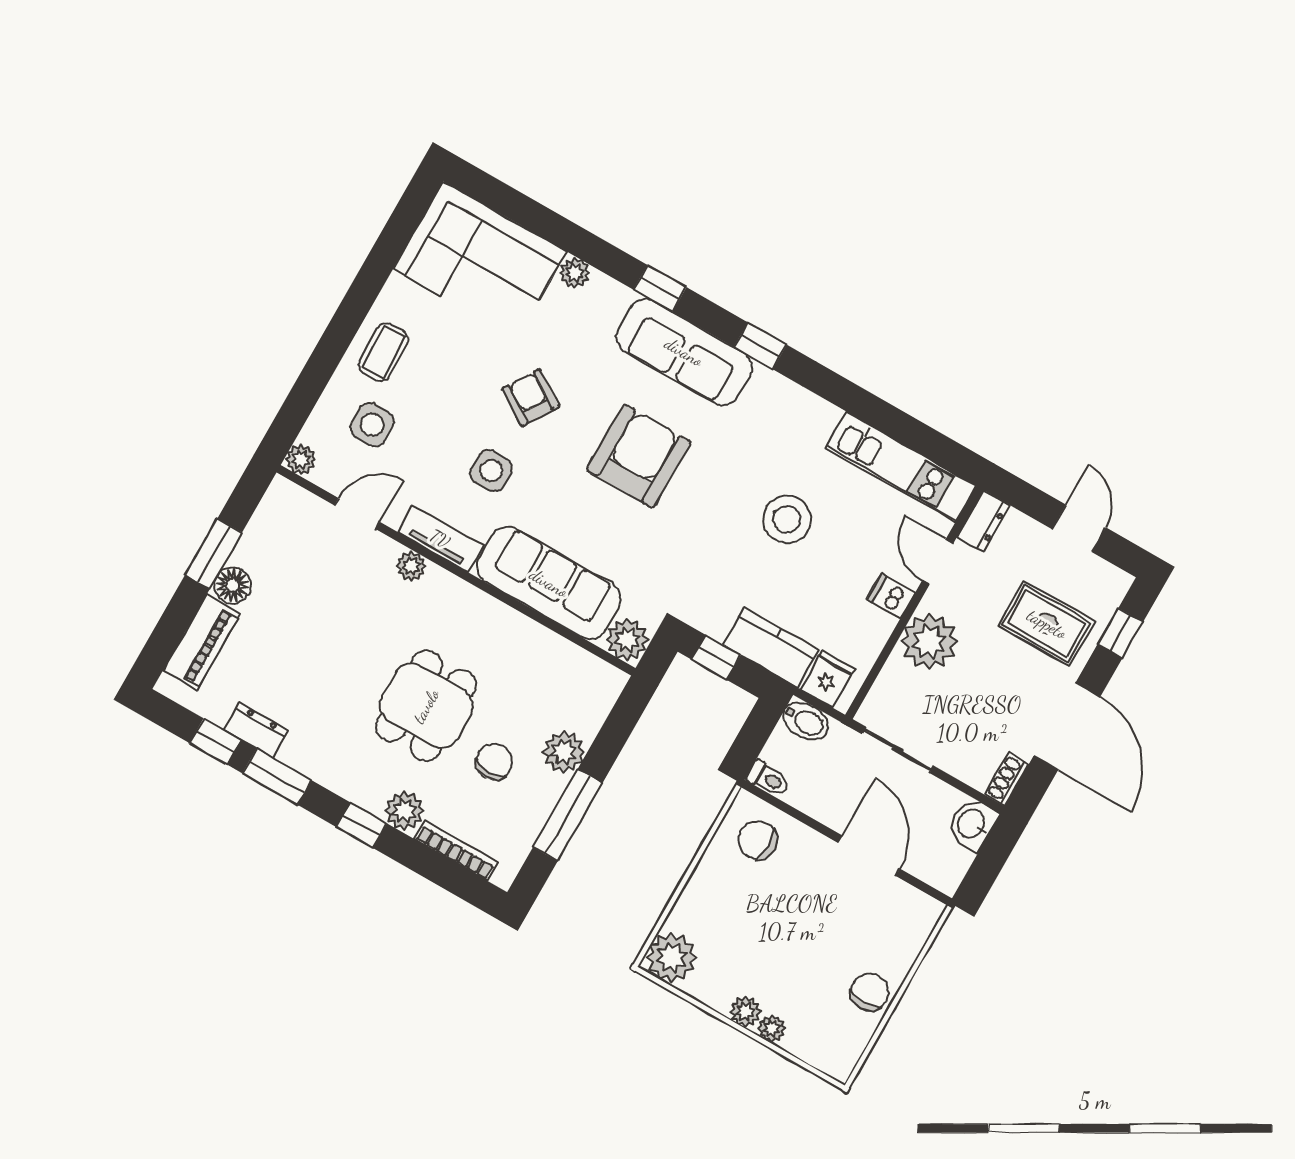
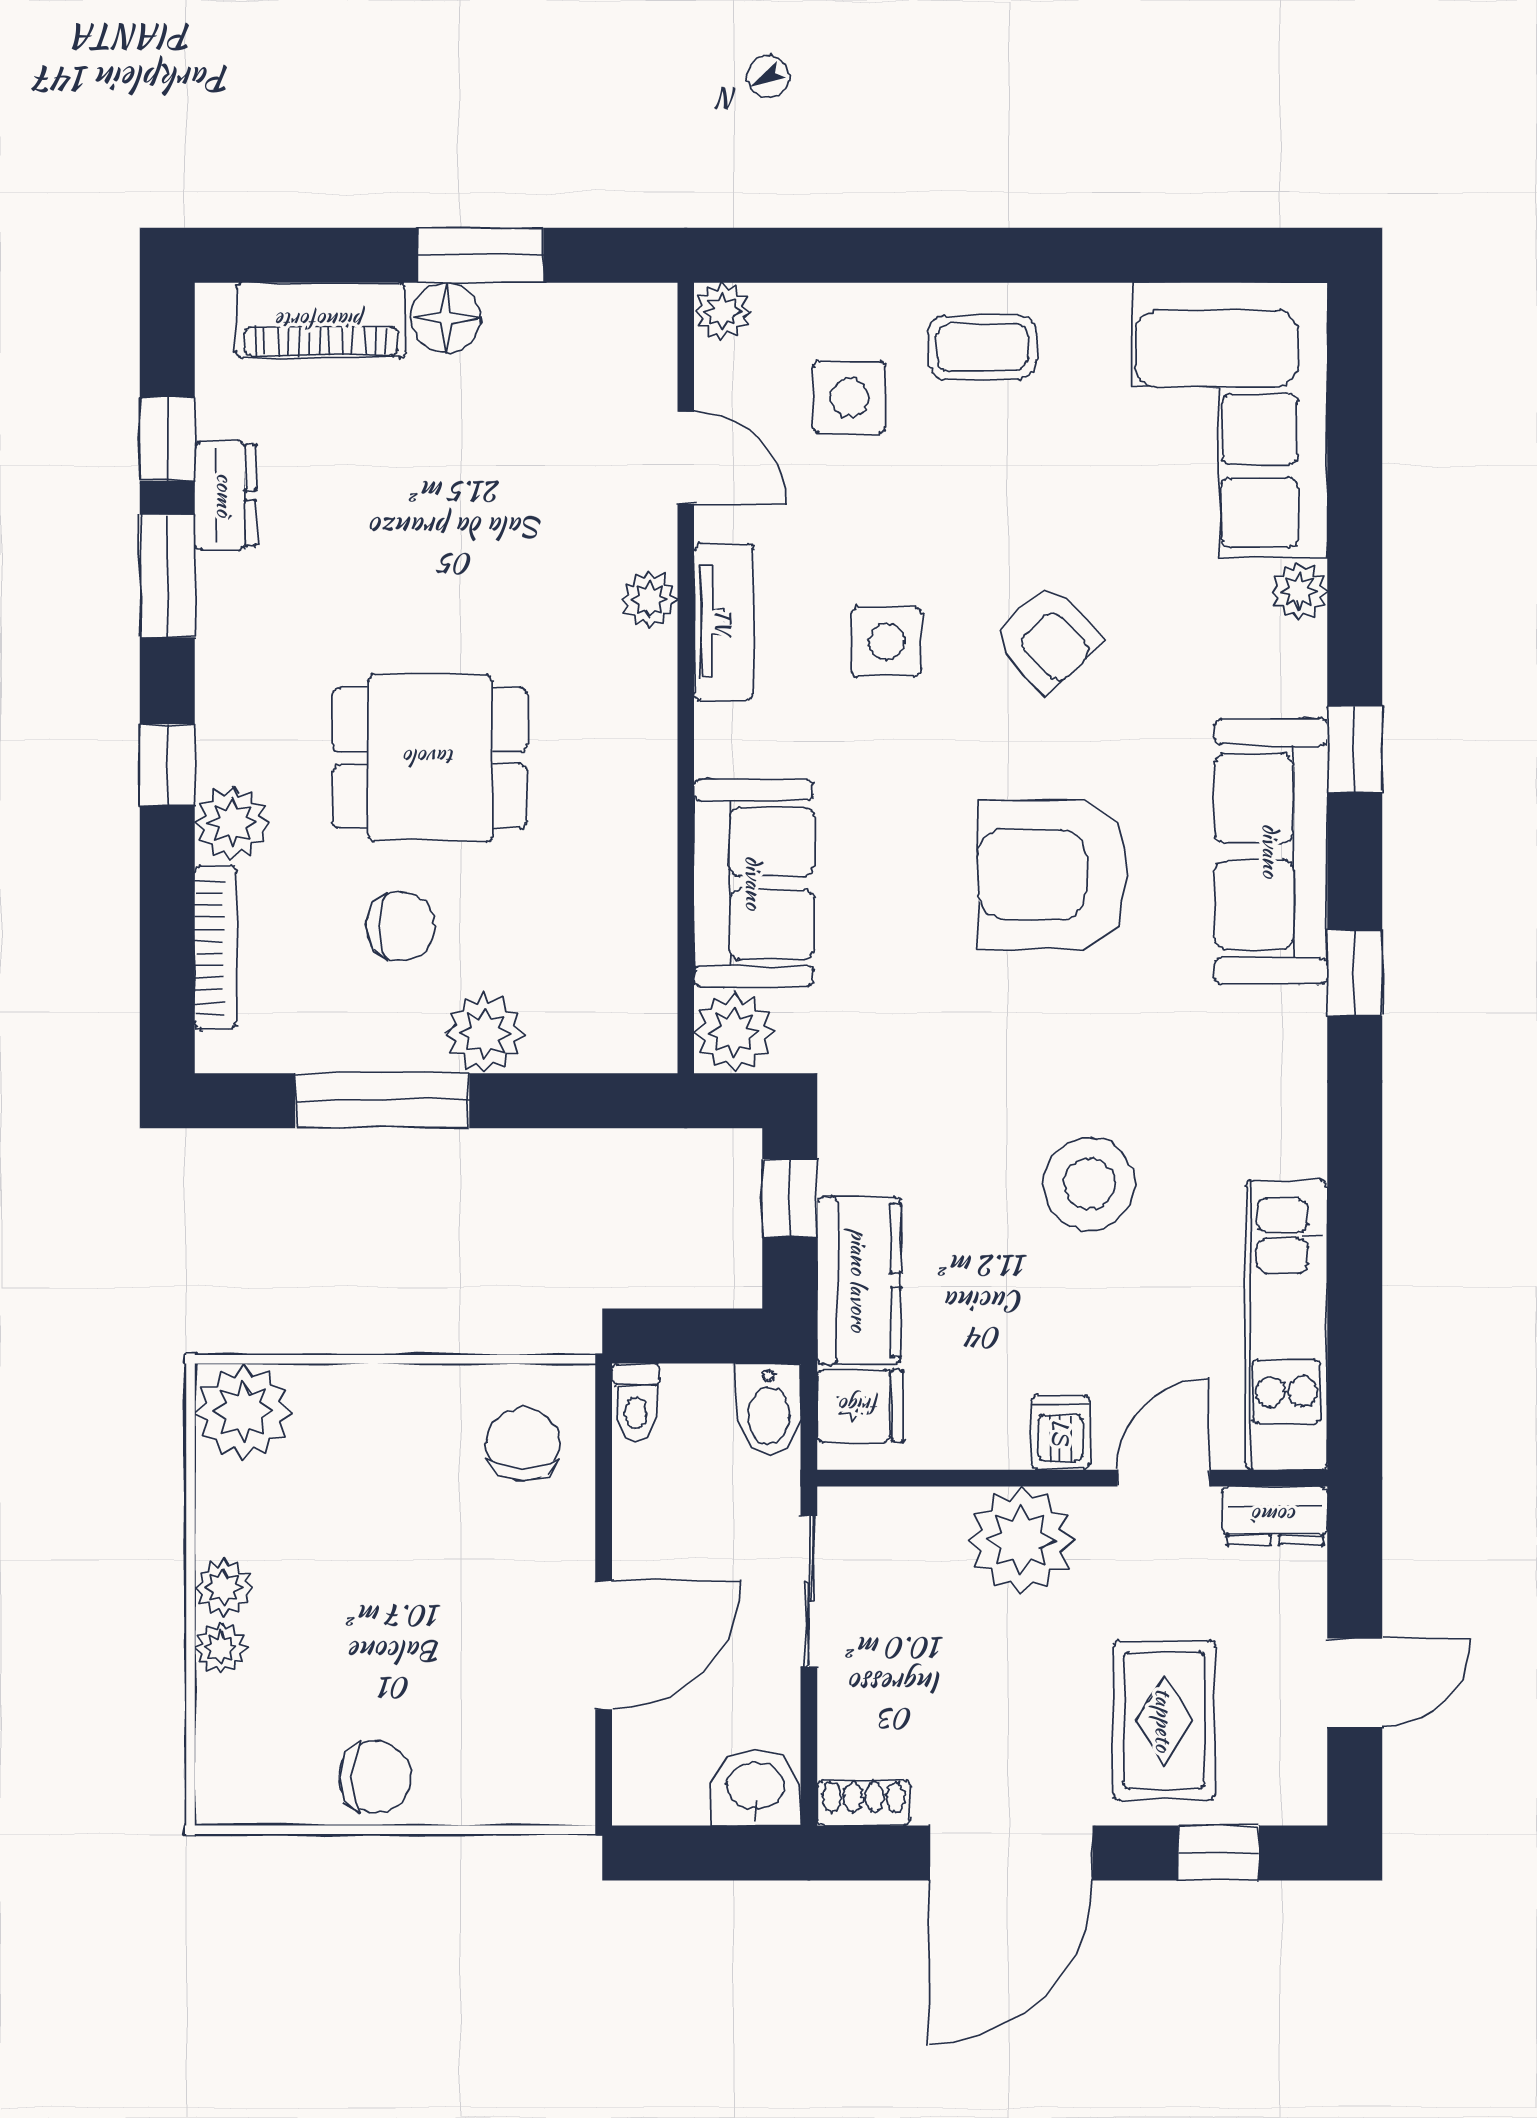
armchair: (531, 398) -> (1047, 638), turned 105
armchair: (639, 456) -> (1053, 875), turned 180
sofa: (549, 583) -> (754, 883), width x0.73

